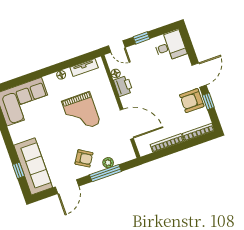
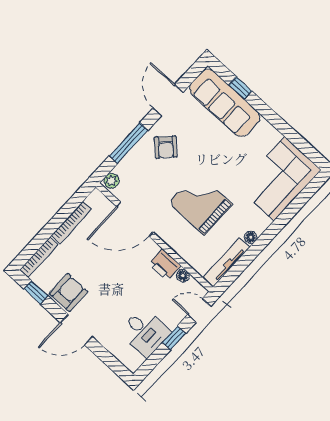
desk: (170, 46) -> (145, 332), moved, turned -90
tv unit: (84, 68) -> (227, 262), width x1.41
door: (199, 75) -> (76, 330), hinge flipped
window: (208, 101) -> (36, 292), moved
armchair: (84, 158) -> (166, 147), turned -78
plant: (108, 163) -> (111, 181), moved

